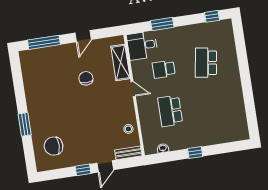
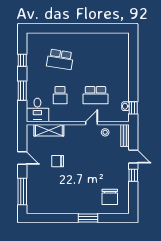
window: (212, 16) -> (22, 60), moved
door: (133, 89) -> (91, 123), moved
window: (195, 153) -> (133, 108), moved

